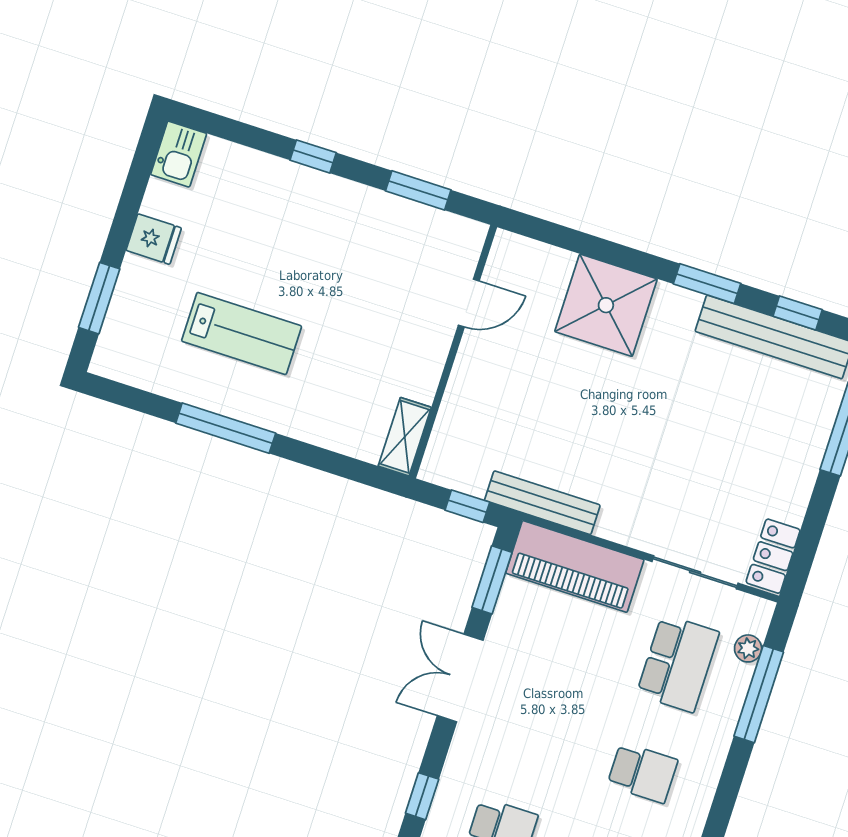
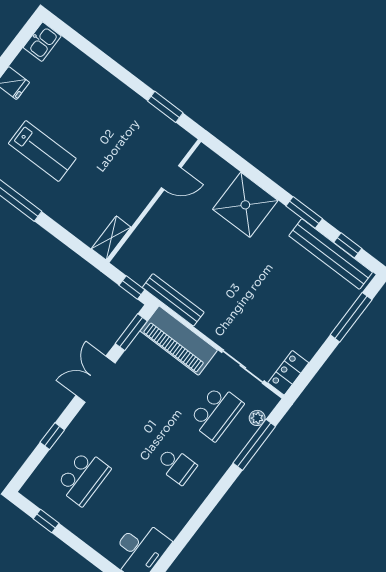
window: (313, 156) -> (115, 69), removed

